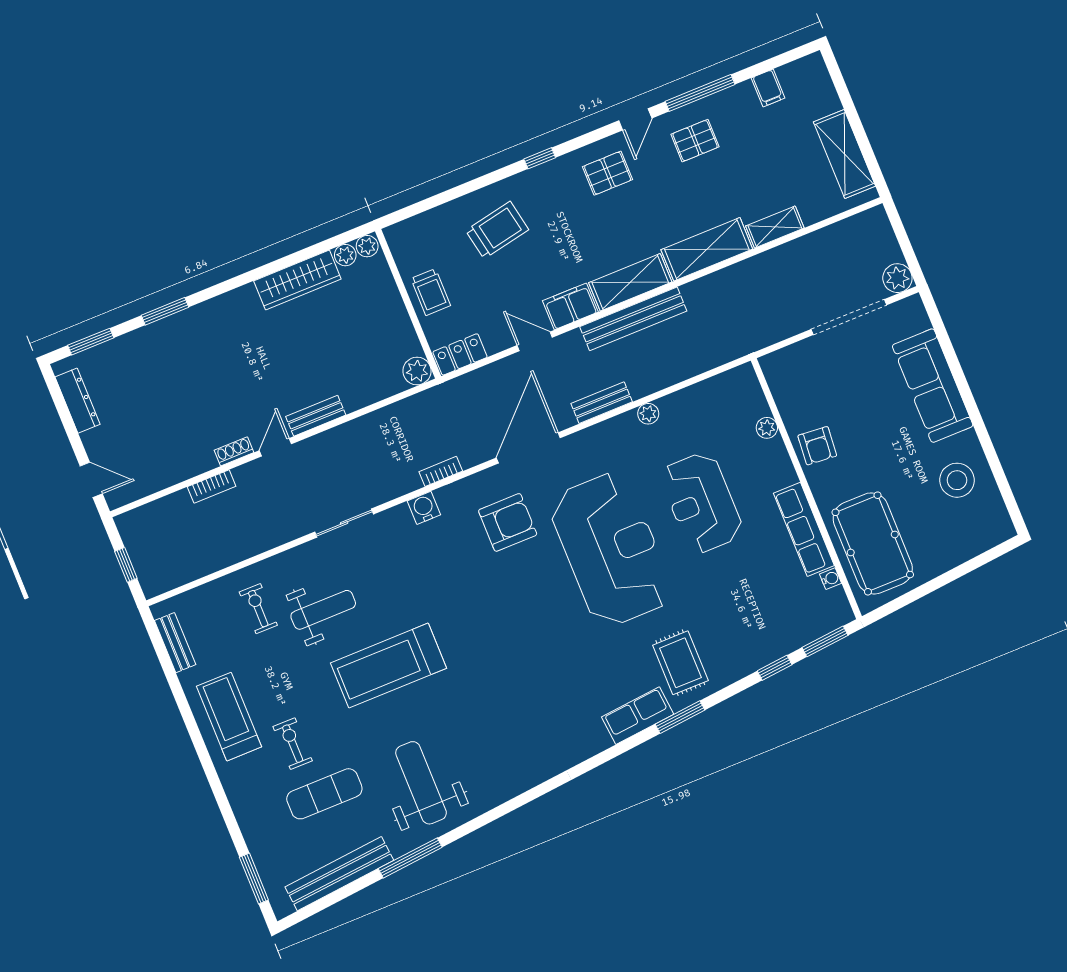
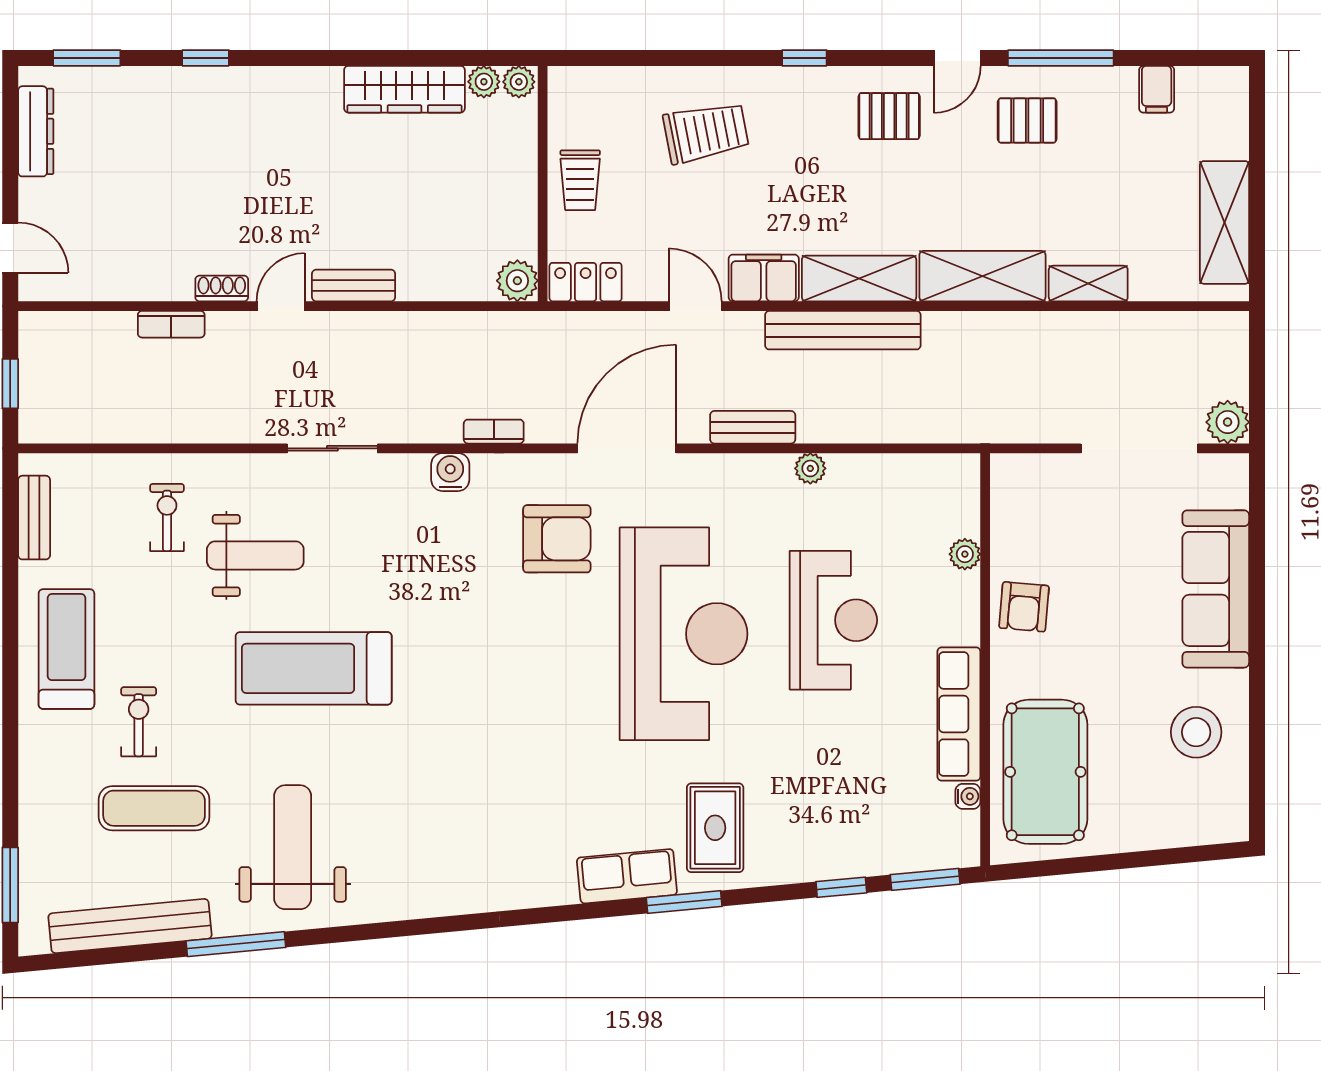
window: (165, 311) -> (206, 58), width x0.67
reception desk: (701, 503) -> (833, 620), turned 180

